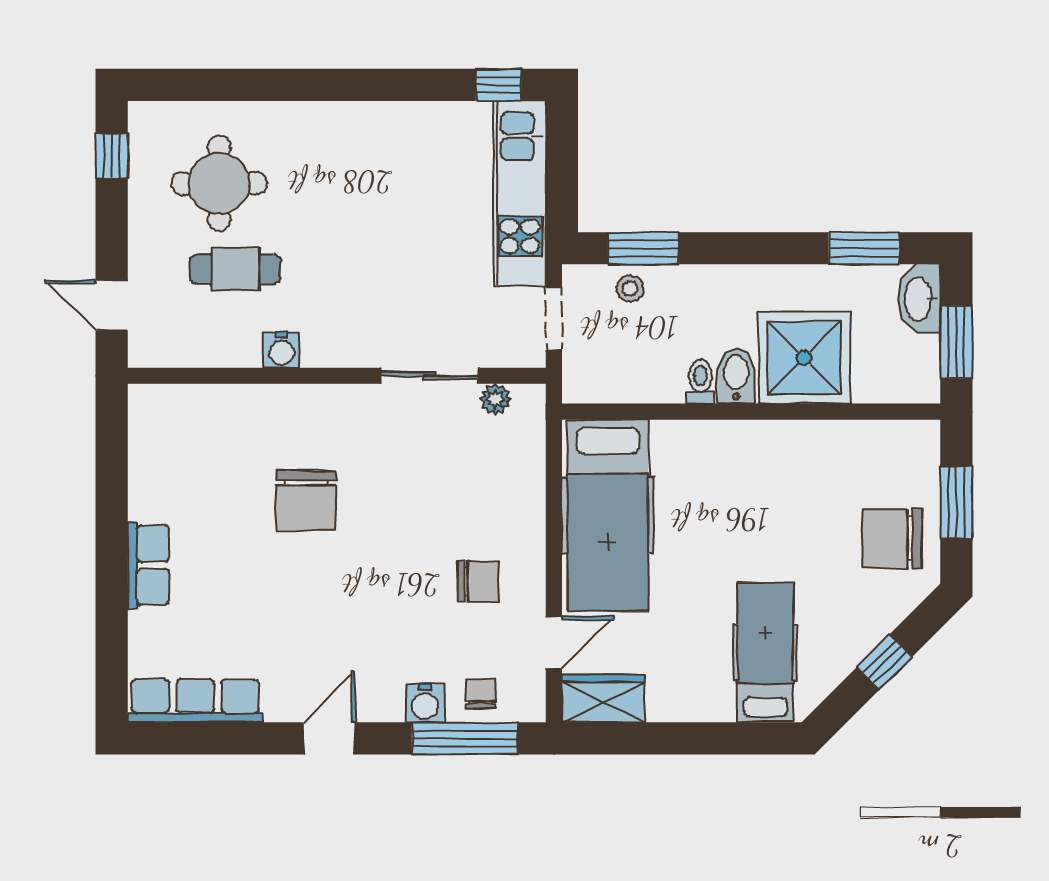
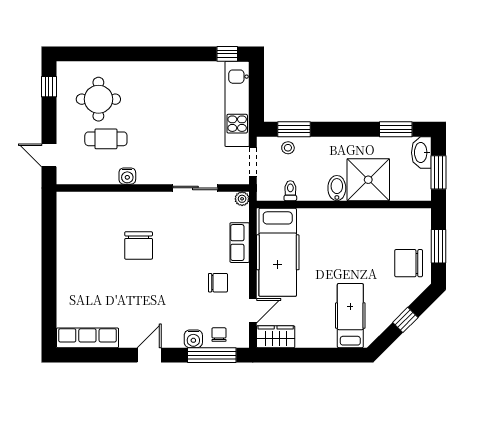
toilet: (700, 382) -> (290, 191), moved
plant: (496, 399) -> (242, 199), moved
row of seats: (148, 565) -> (240, 243), moved, turned 180

